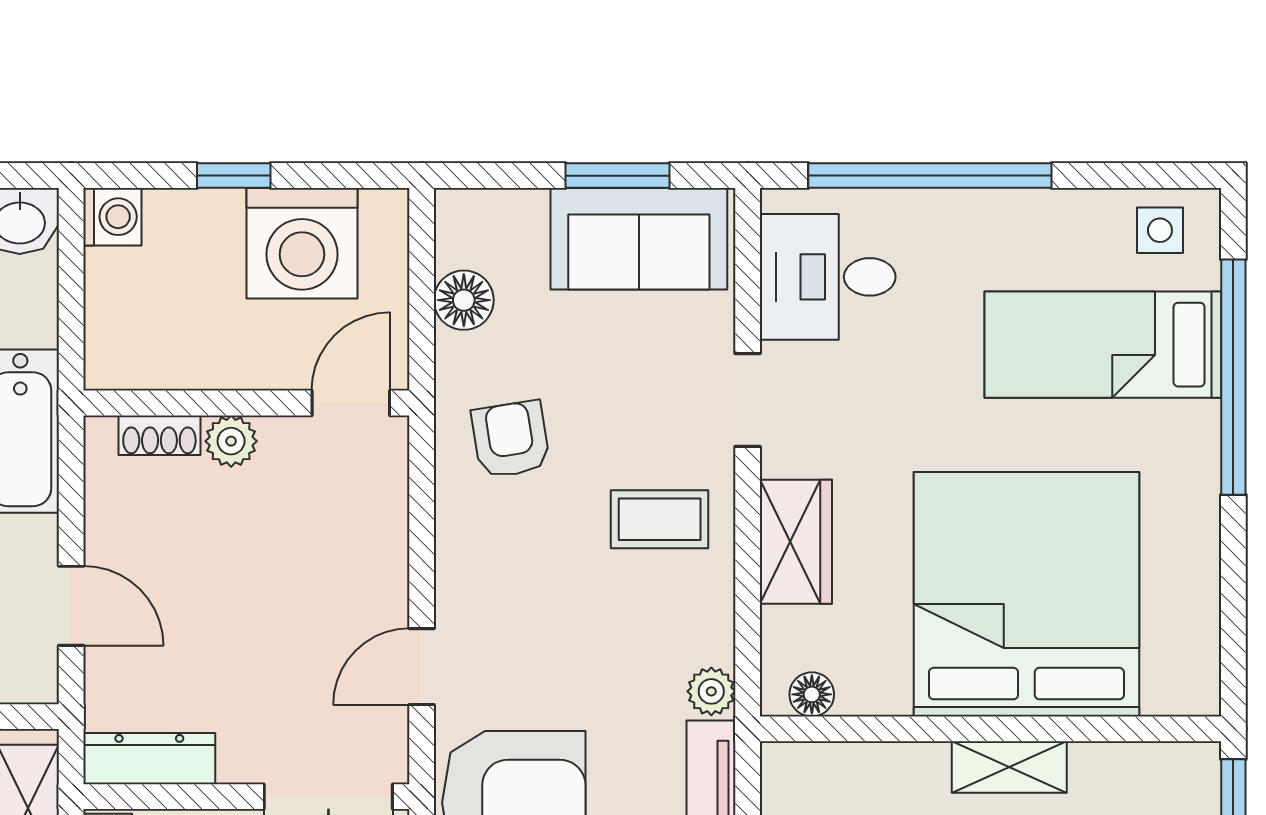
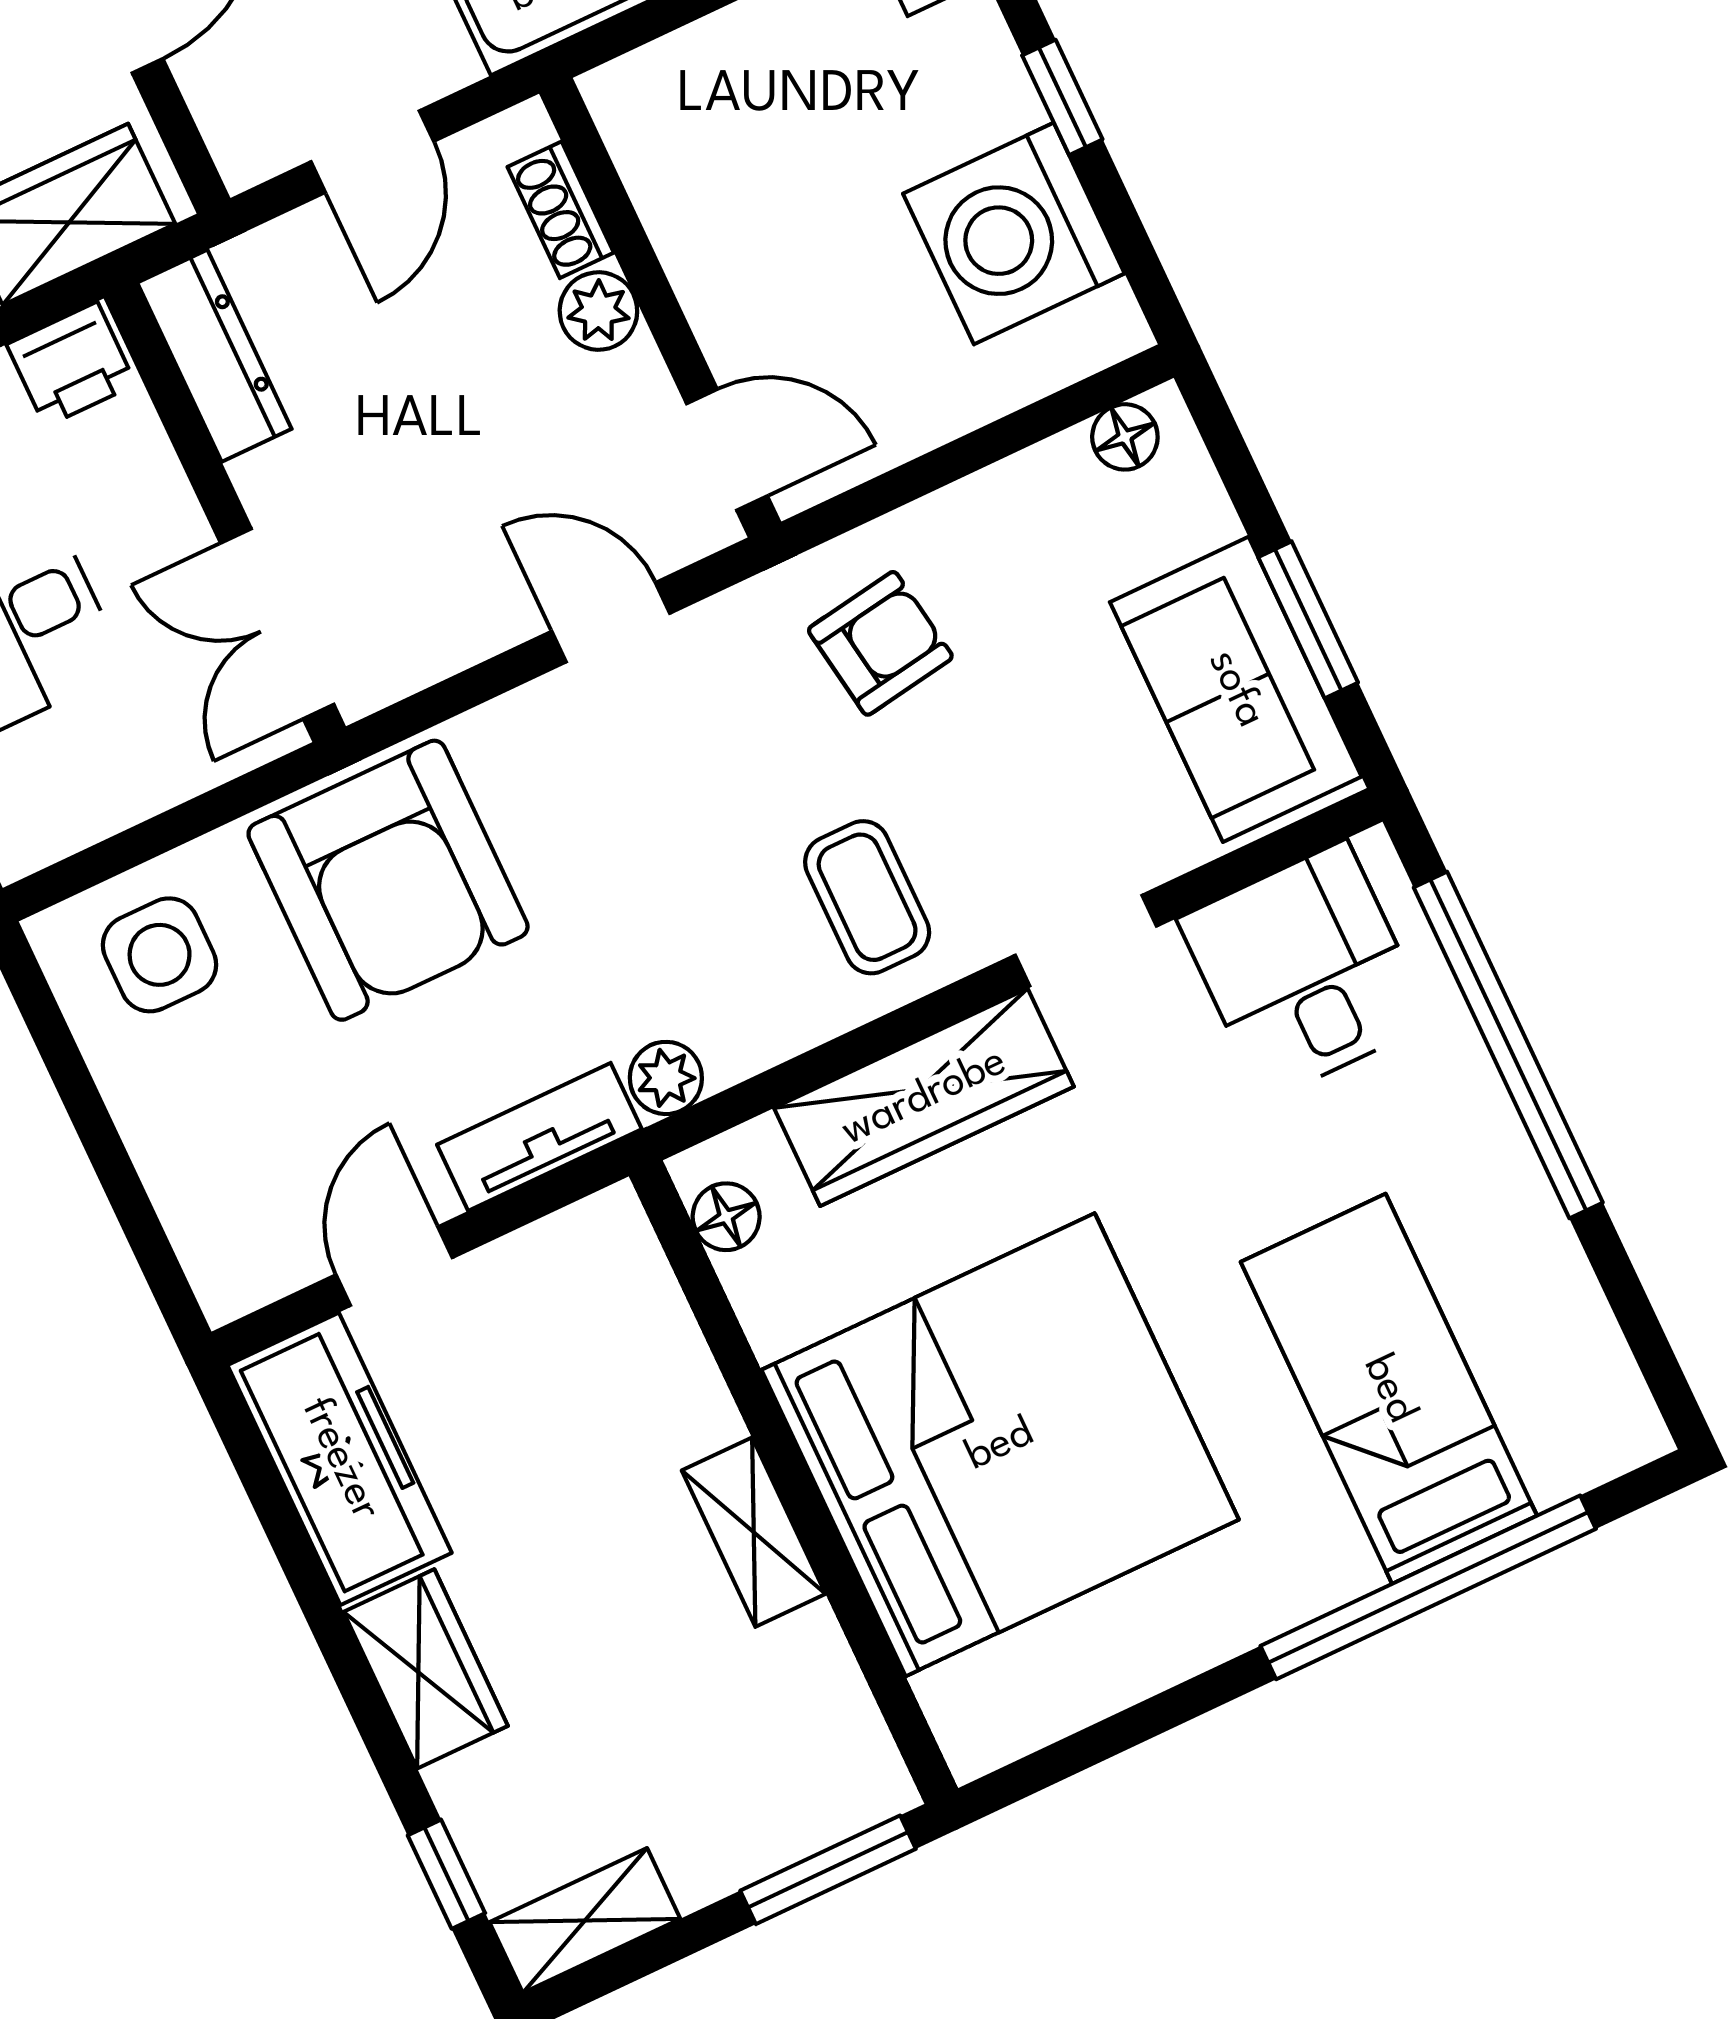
side table: (1160, 230) -> (1581, 1393), removed
floor lamp: (464, 300) -> (1125, 437), moved, width x0.73, depth x0.73
wall: (246, 403) -> (660, 308), moved
door: (351, 403) -> (727, 450), moved
shoe rack: (159, 435) -> (561, 210), moved
plant: (231, 441) -> (598, 311), moved
wardrobe: (796, 542) -> (924, 1097), width x1.50
door: (422, 667) -> (611, 622), moved

